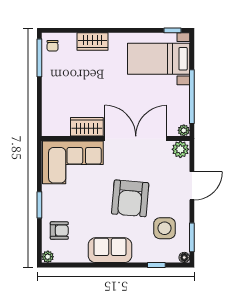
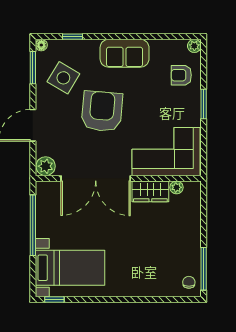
wardrobe: (93, 42) -> (144, 287), removed
plant: (184, 130) -> (176, 187), moved
side table: (165, 228) -> (63, 78), turned 31

